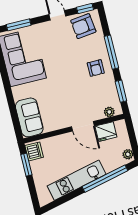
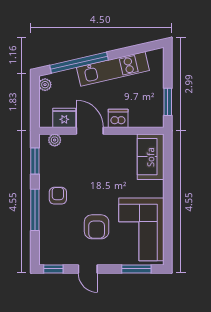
armchair: (83, 26) -> (97, 227), moved, turned 97
dishwasher: (34, 151) -> (118, 118), moved, turned 90

